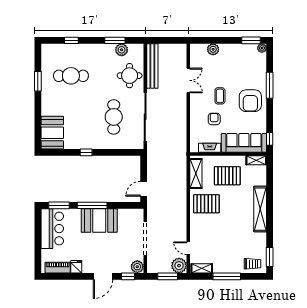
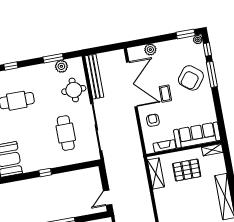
double door: (188, 80) -> (132, 84), width x1.87
armchair: (250, 101) -> (191, 78), moved, turned 38
armchair: (214, 119) -> (153, 120), moved
window: (270, 139) -> (207, 49), moved
pallet: (206, 204) -> (171, 201), removed

